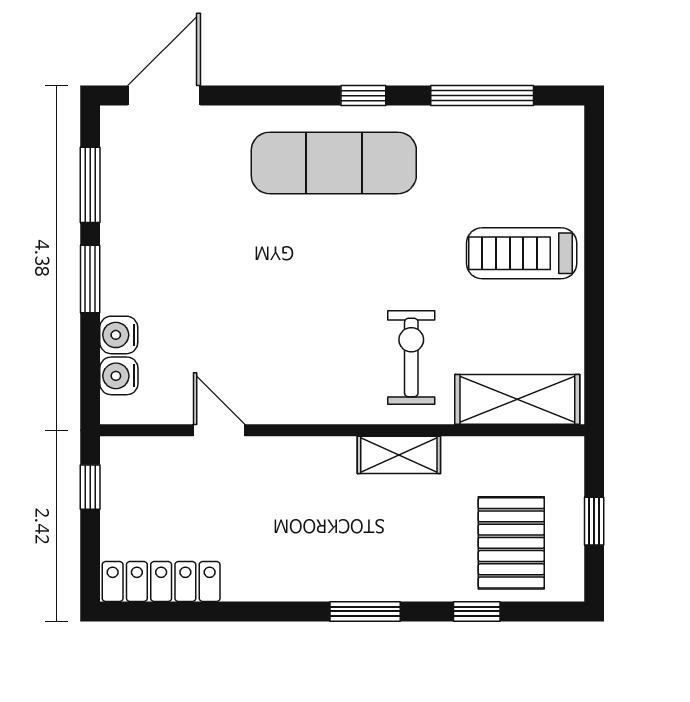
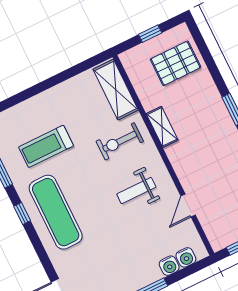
treadmill: (522, 253) -> (46, 146), moved, turned 90
weight bench: (298, 343) -> (136, 191), added
window: (477, 611) -> (211, 64), removed

